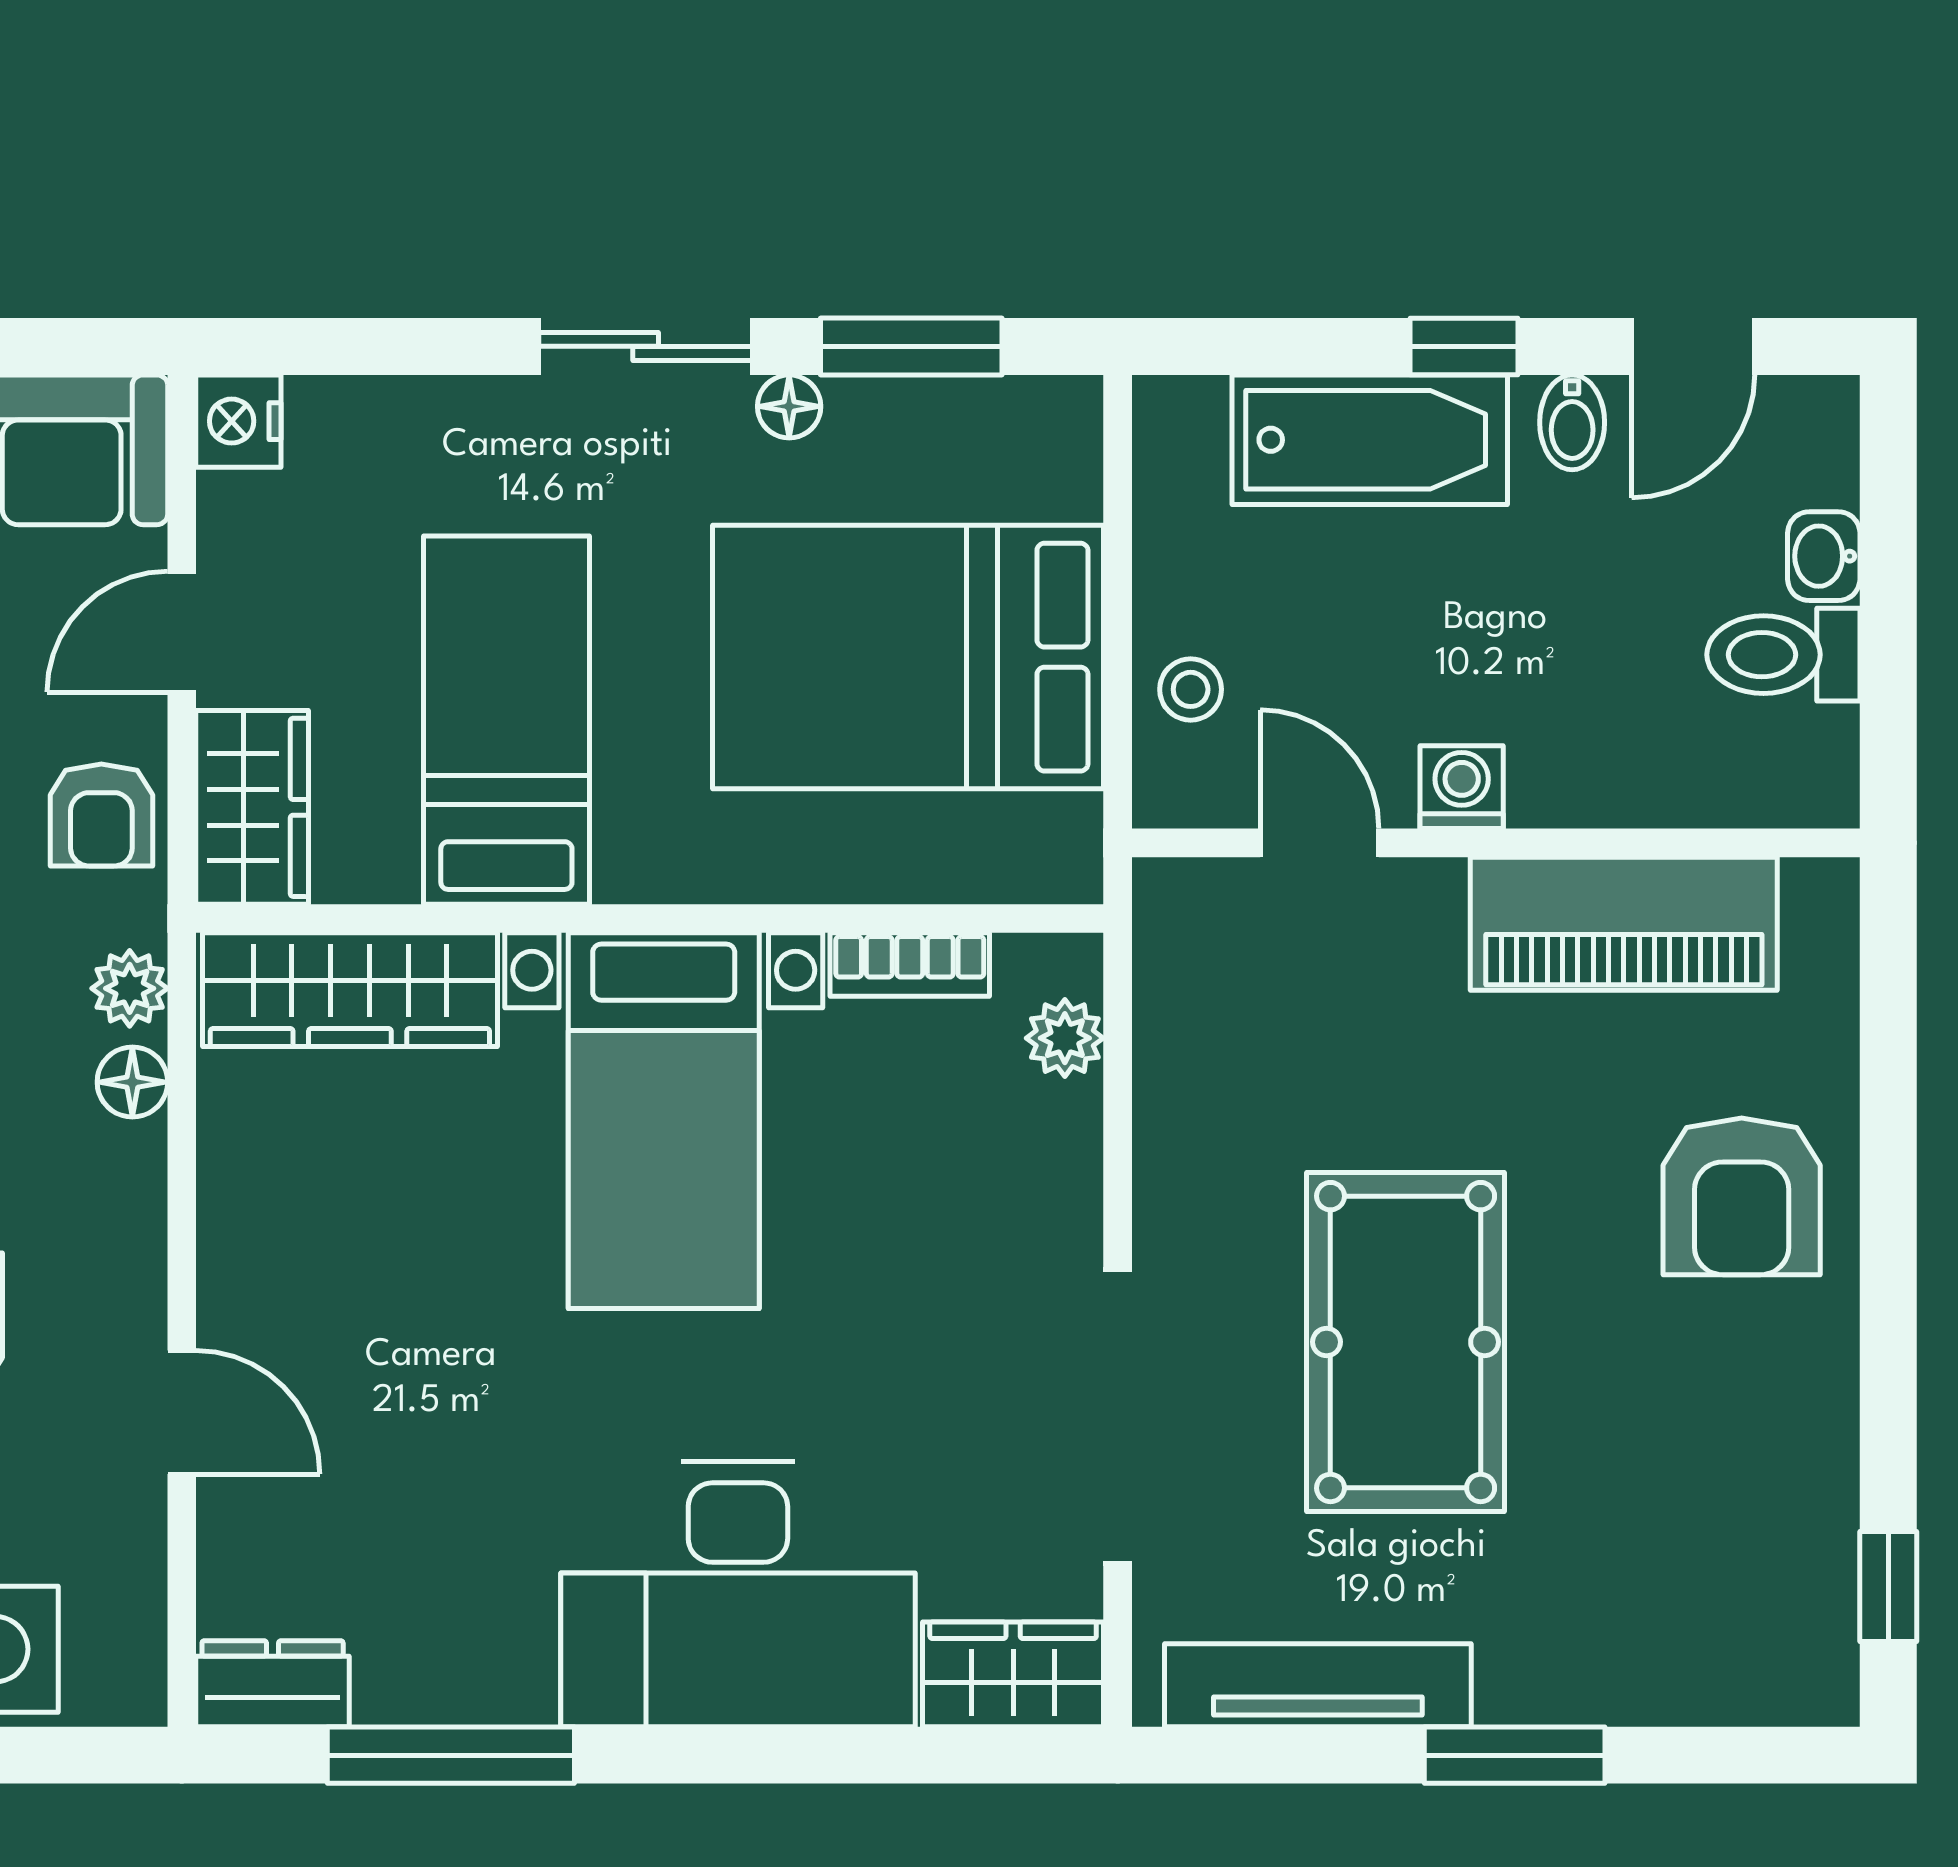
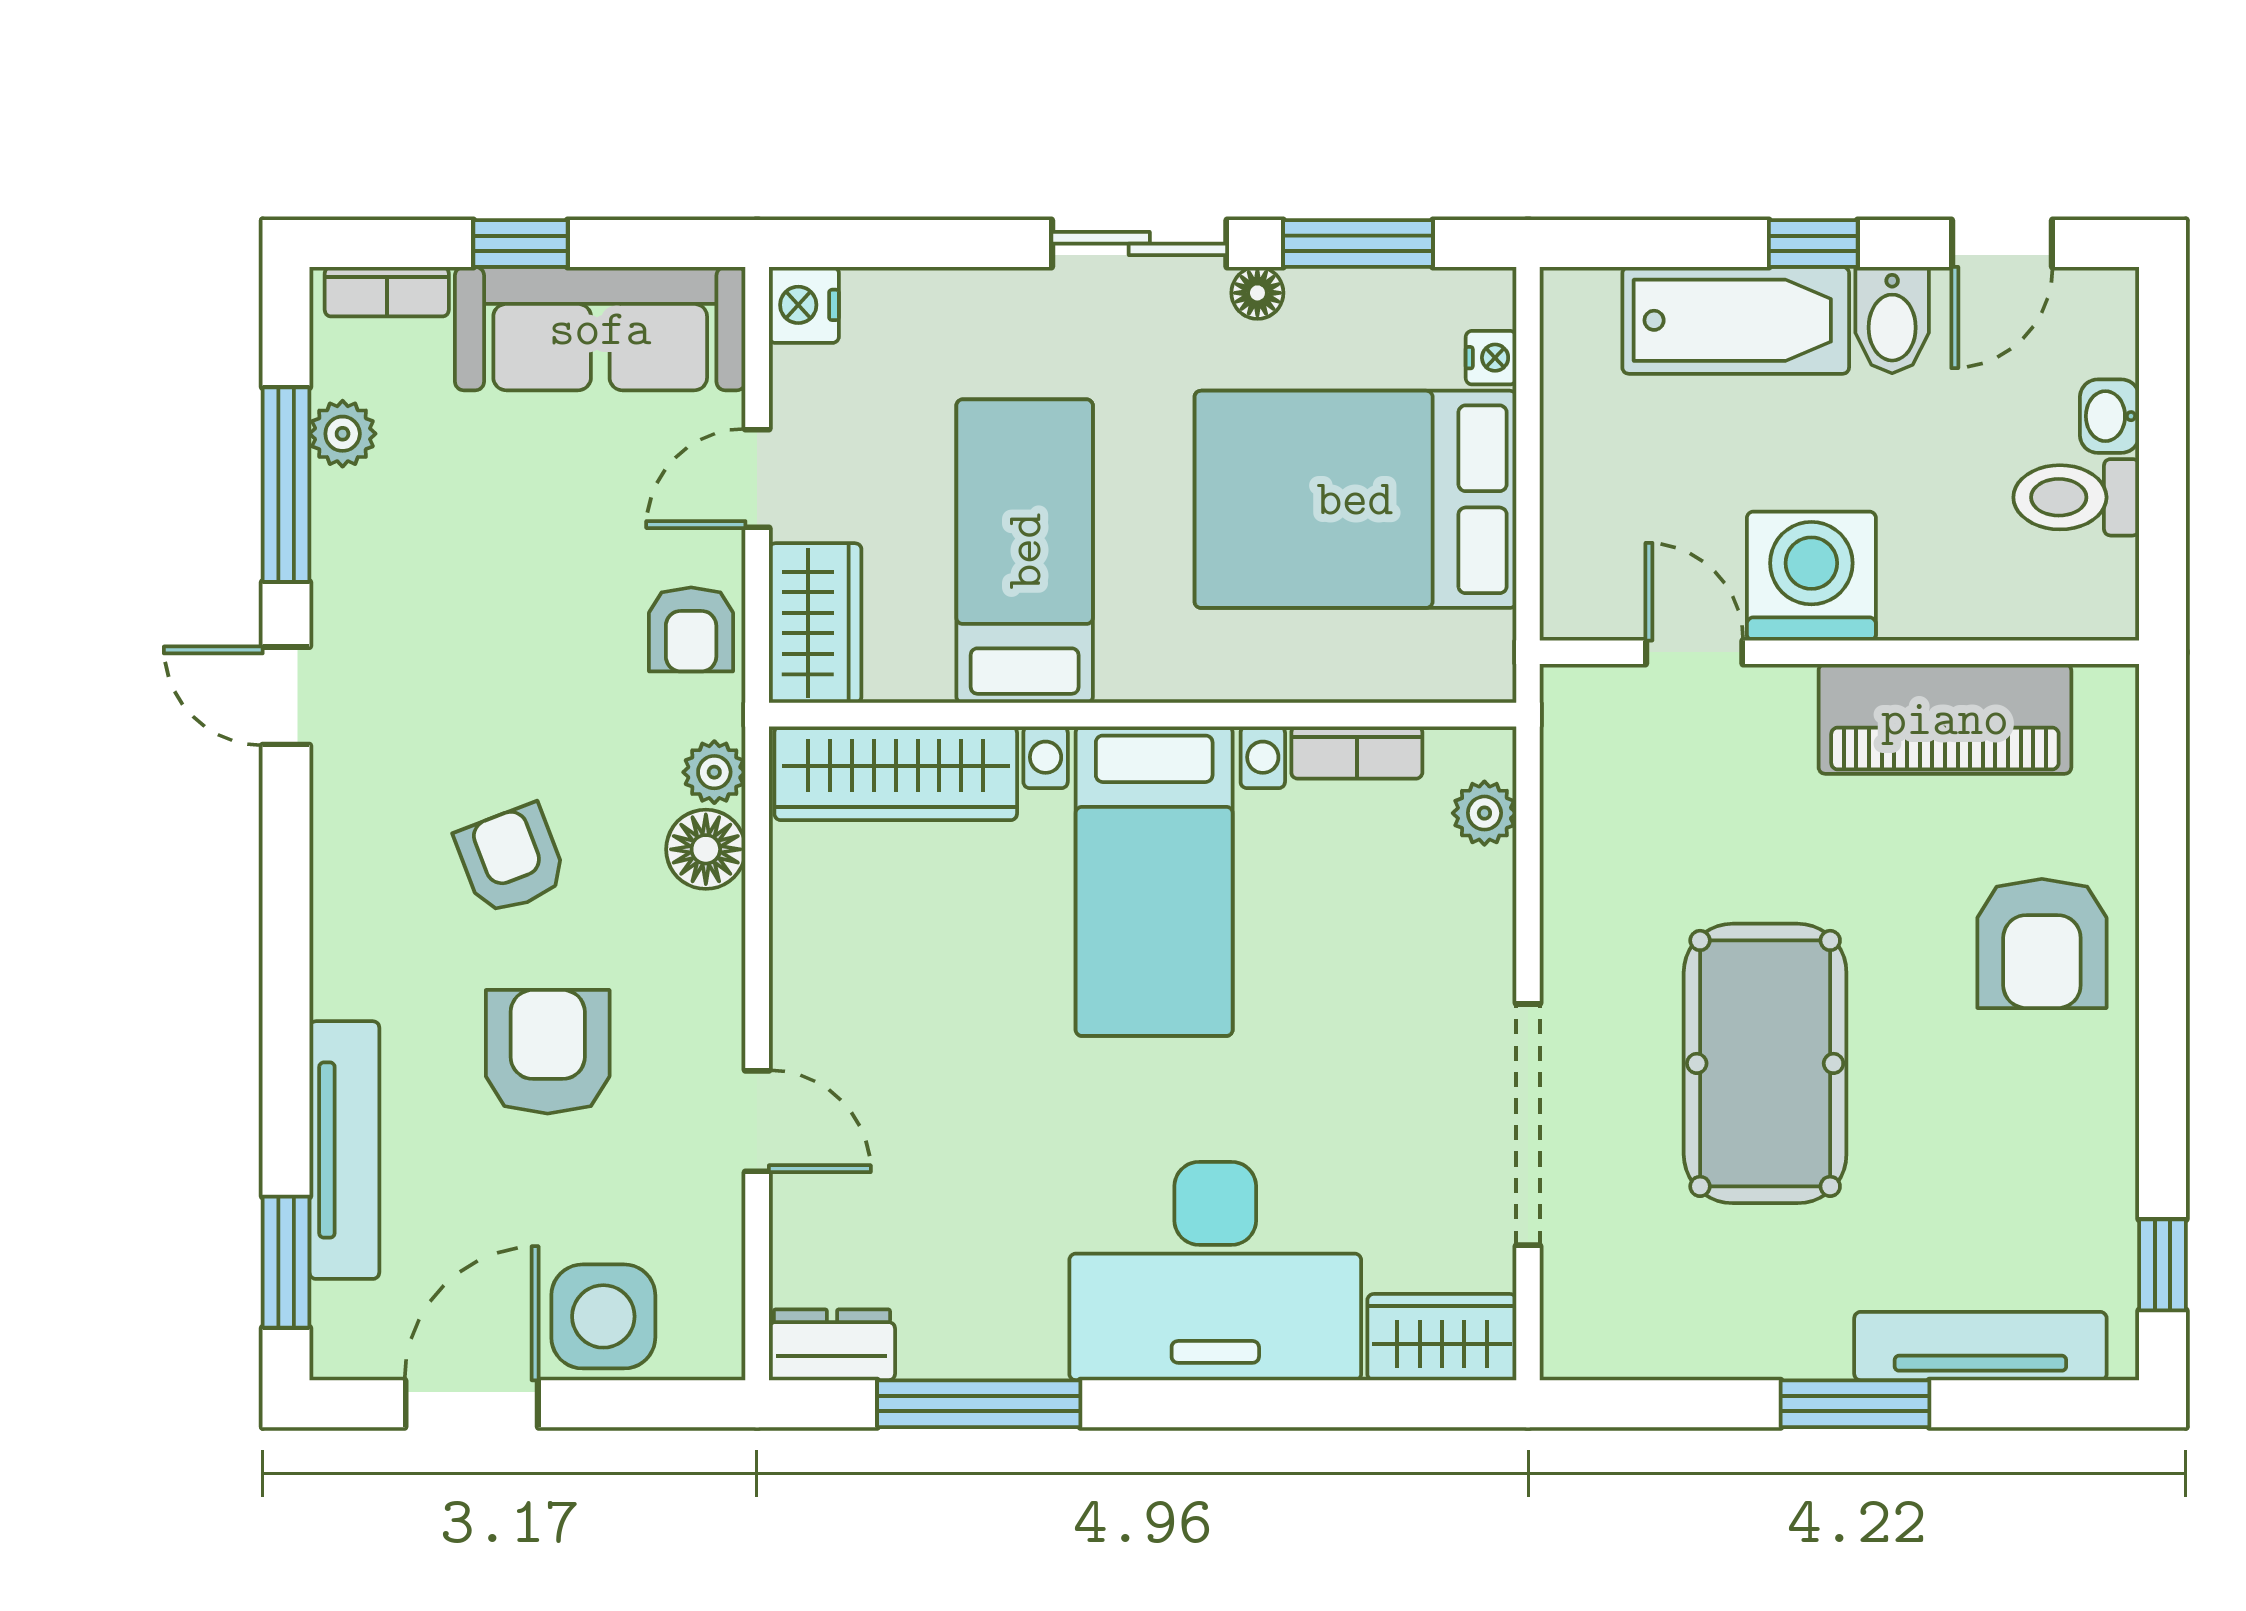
bidet: (1572, 422) -> (1892, 320), width x1.38, depth x1.36
nightstand: (1073, 485) -> (1491, 358), added
stool: (1191, 689) -> (1588, 526), removed
washing machine: (1462, 787) -> (1811, 576), width x1.89, depth x1.89
floor lamp: (132, 1082) -> (706, 849), width x1.37, depth x1.37
tv unit: (1318, 1685) -> (1980, 1346), moved

